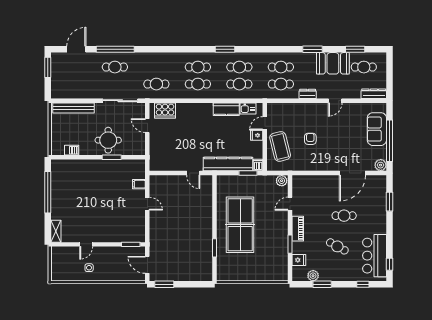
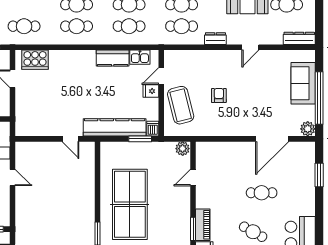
piano: (298, 229) -> (203, 225), moved

